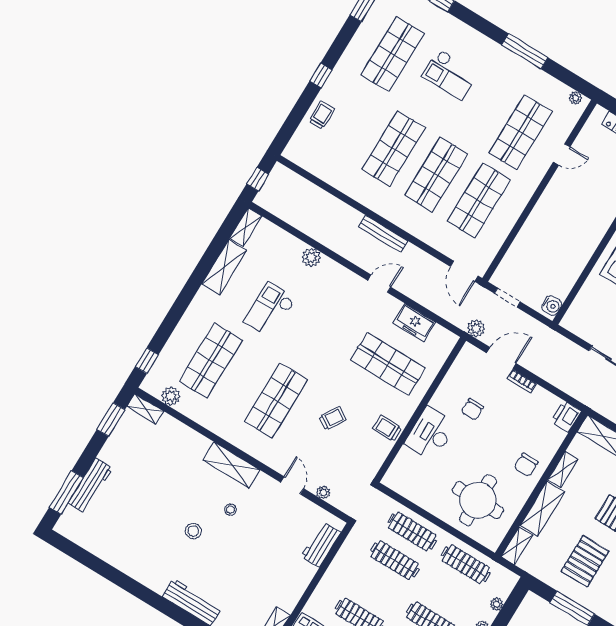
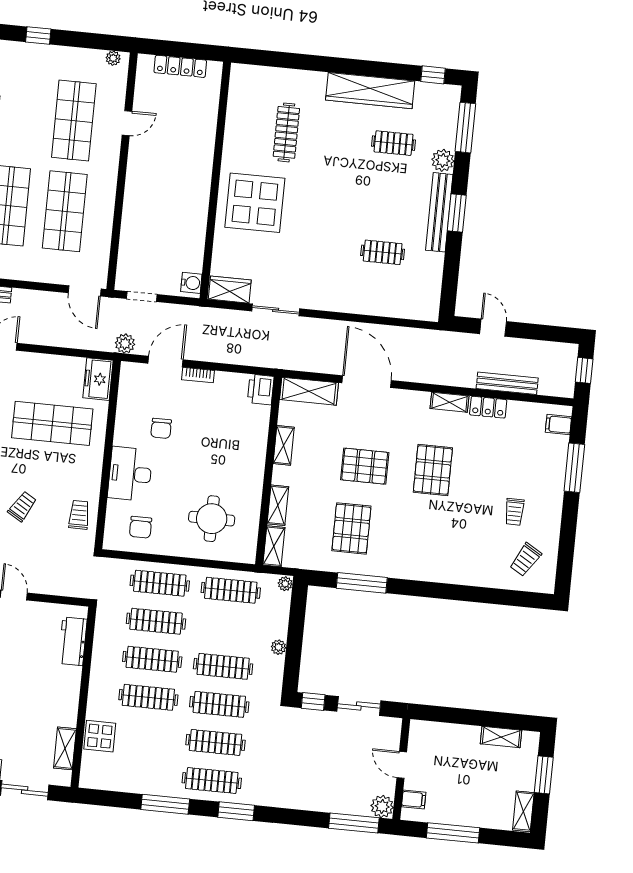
window: (525, 51) -> (38, 35), width x0.46
freezer: (414, 323) -> (98, 379), moved, turned 90
wardrobe: (580, 326) -> (230, 290), added
trolley: (387, 428) -> (79, 515), moved, turned 90
chair: (526, 465) -> (141, 527), moved
plant: (323, 492) -> (49, 587), removed
round table: (478, 500) -> (212, 519), width x0.73, depth x0.73
shelving: (542, 509) -> (278, 505), width x0.67, depth x0.75
clothes rail: (377, 589) -> (152, 659), added
plant: (497, 604) -> (285, 584), moved

